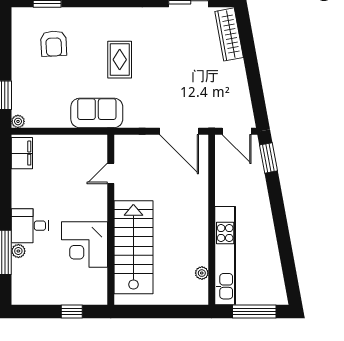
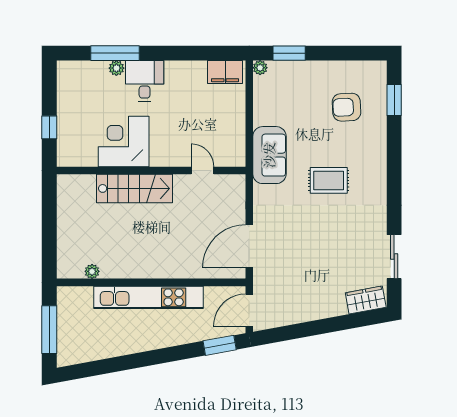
wardrobe: (229, 34) -> (366, 300), width x0.67
stairs: (133, 247) -> (134, 188), width x0.73, depth x0.66
kitchen unit: (225, 256) -> (148, 297), moved

